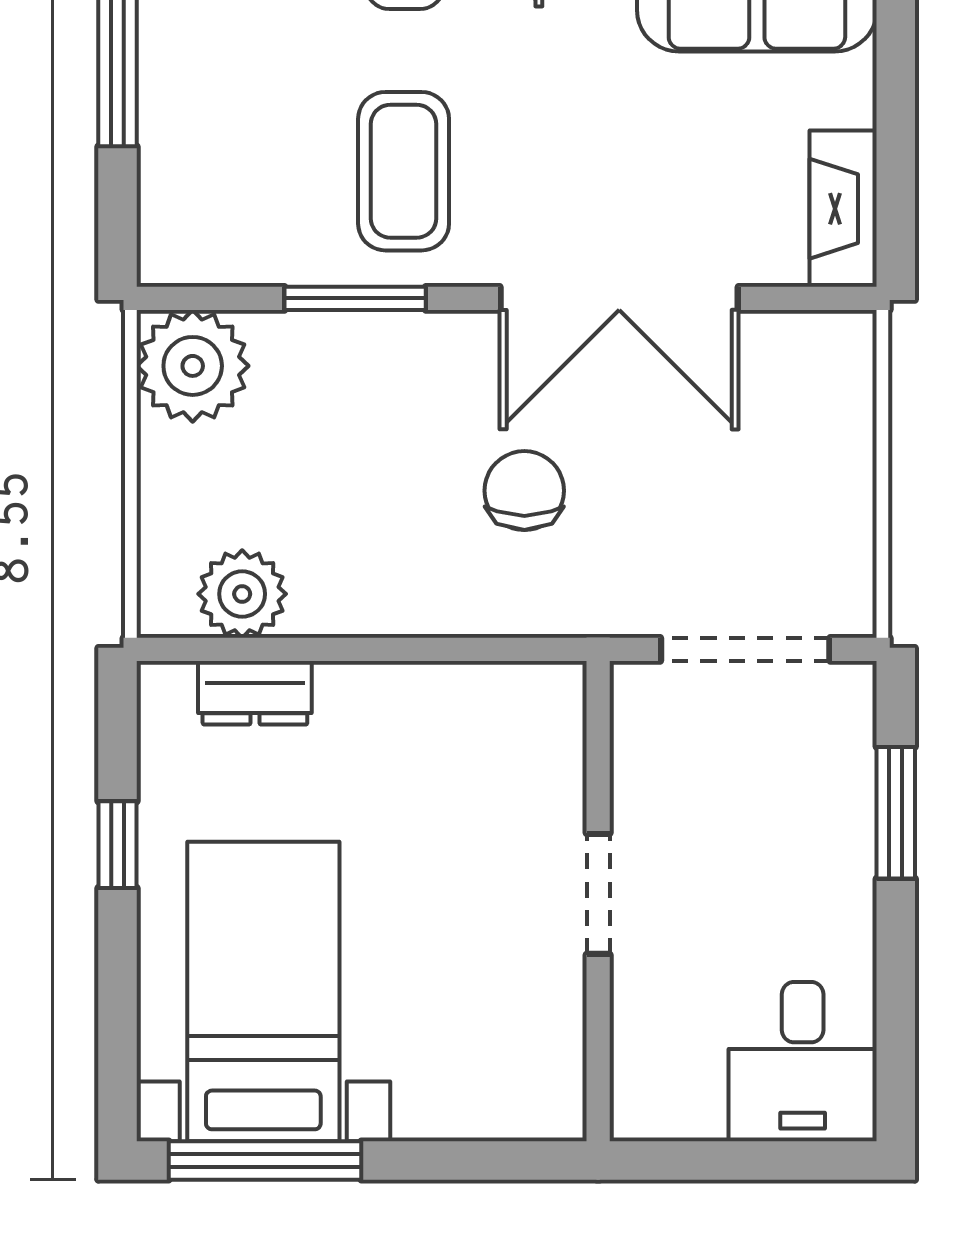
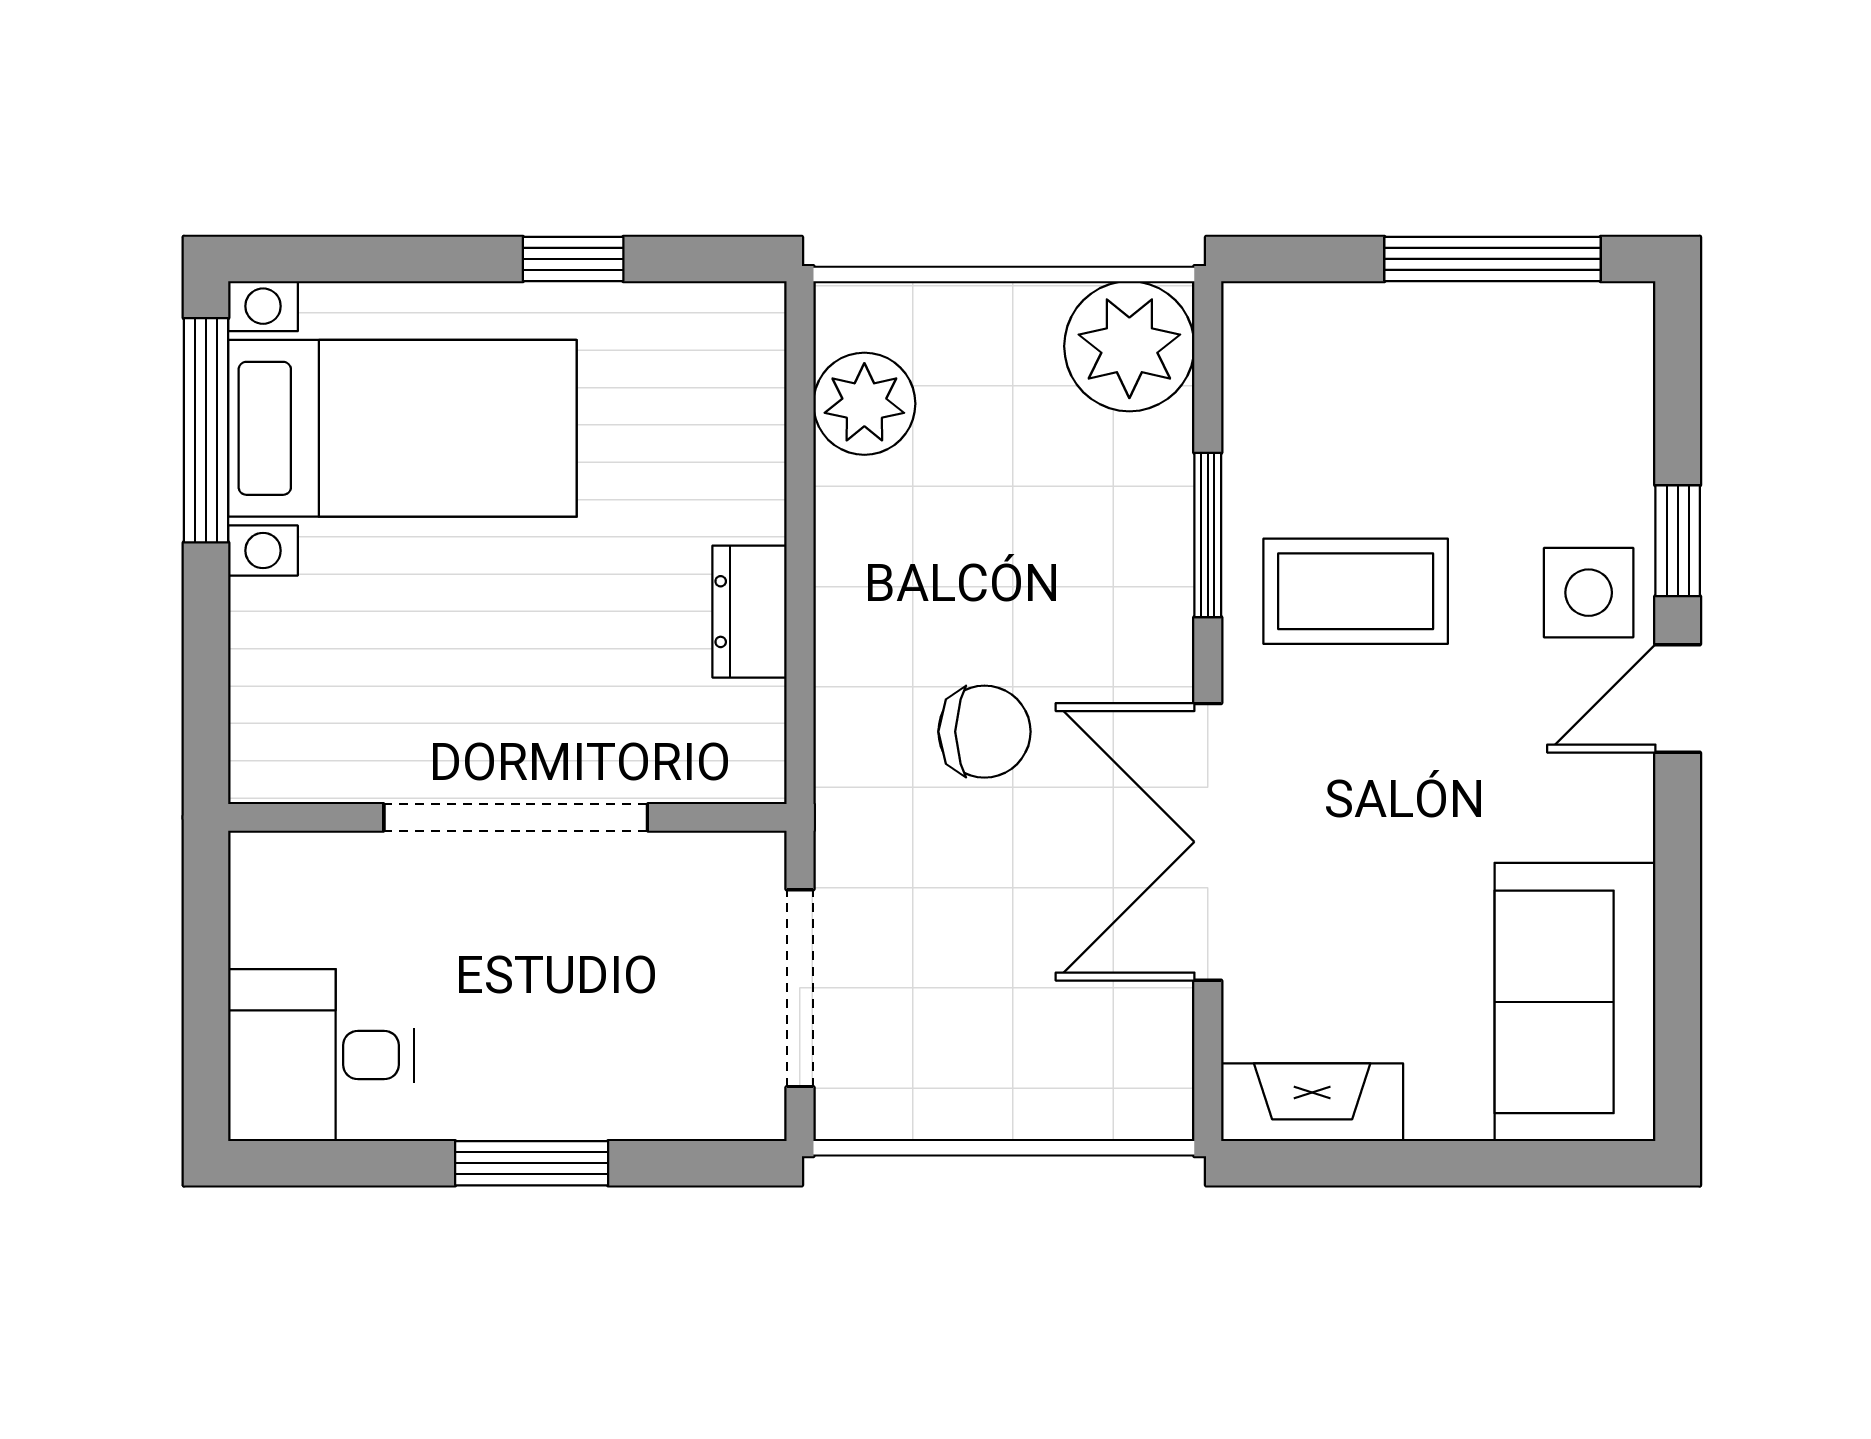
dresser: (255, 693) -> (750, 612), moved
window: (896, 813) -> (532, 1163), moved
doorway: (598, 894) -> (516, 817), width x1.88

